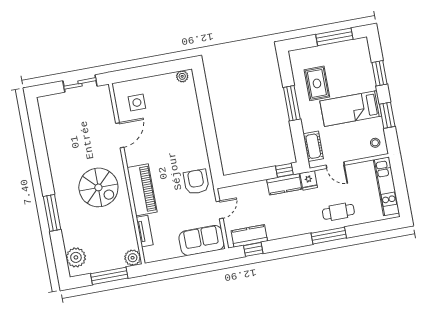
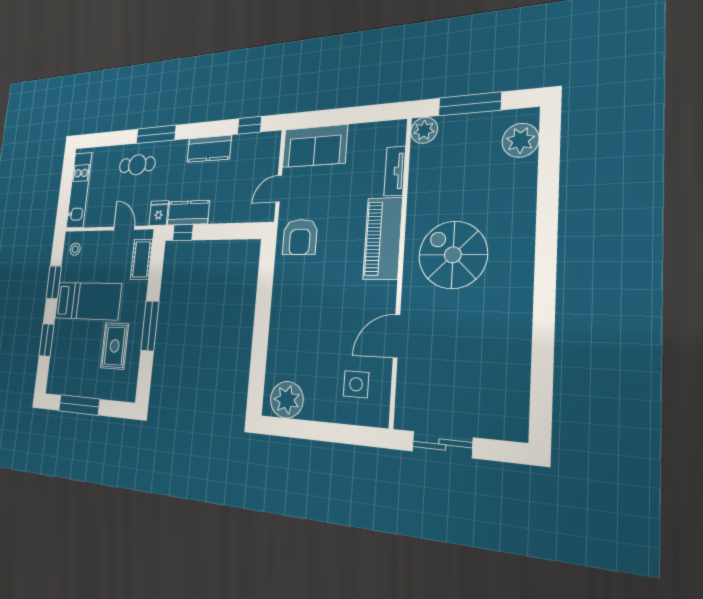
plant: (182, 76) -> (287, 400), width x1.87, depth x1.87
window: (52, 213) -> (547, 224), removed
kitchen counter: (249, 236) -> (209, 149), moved

